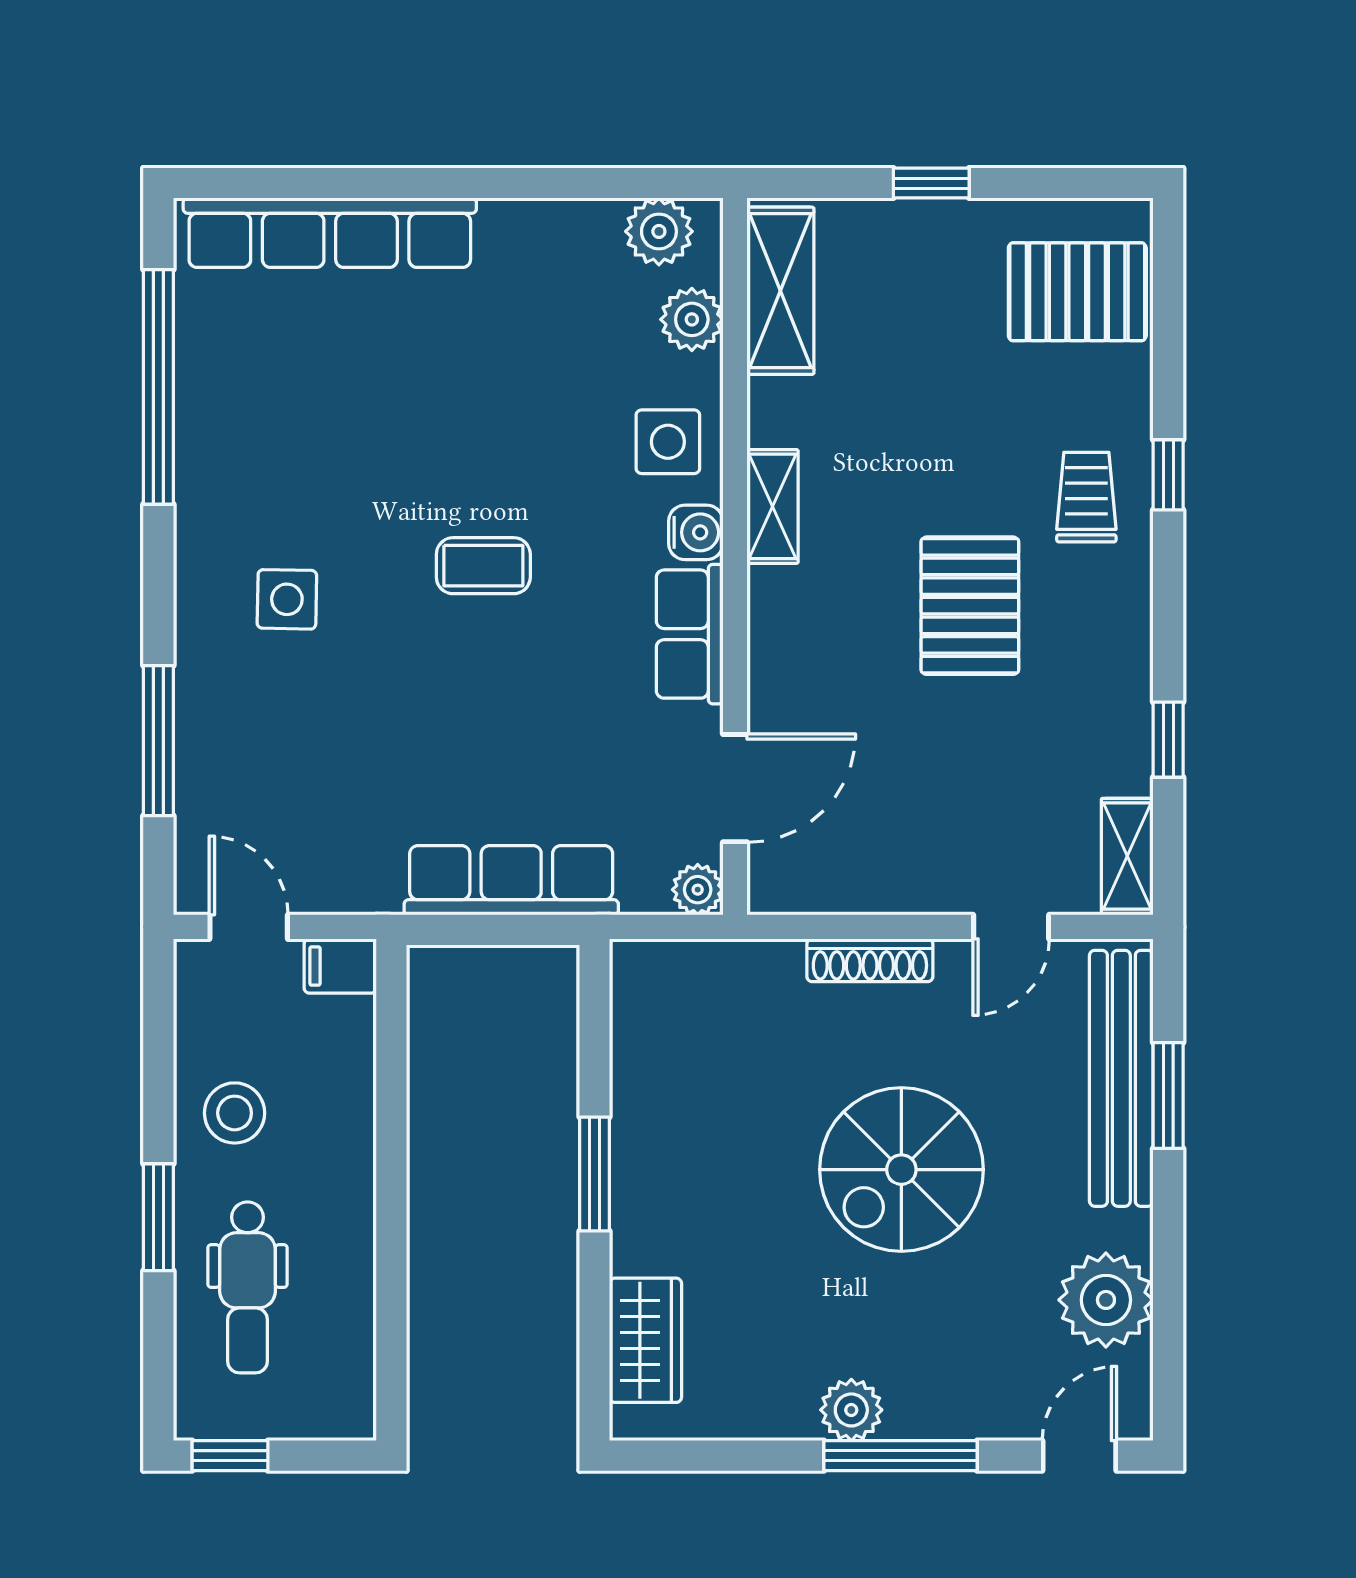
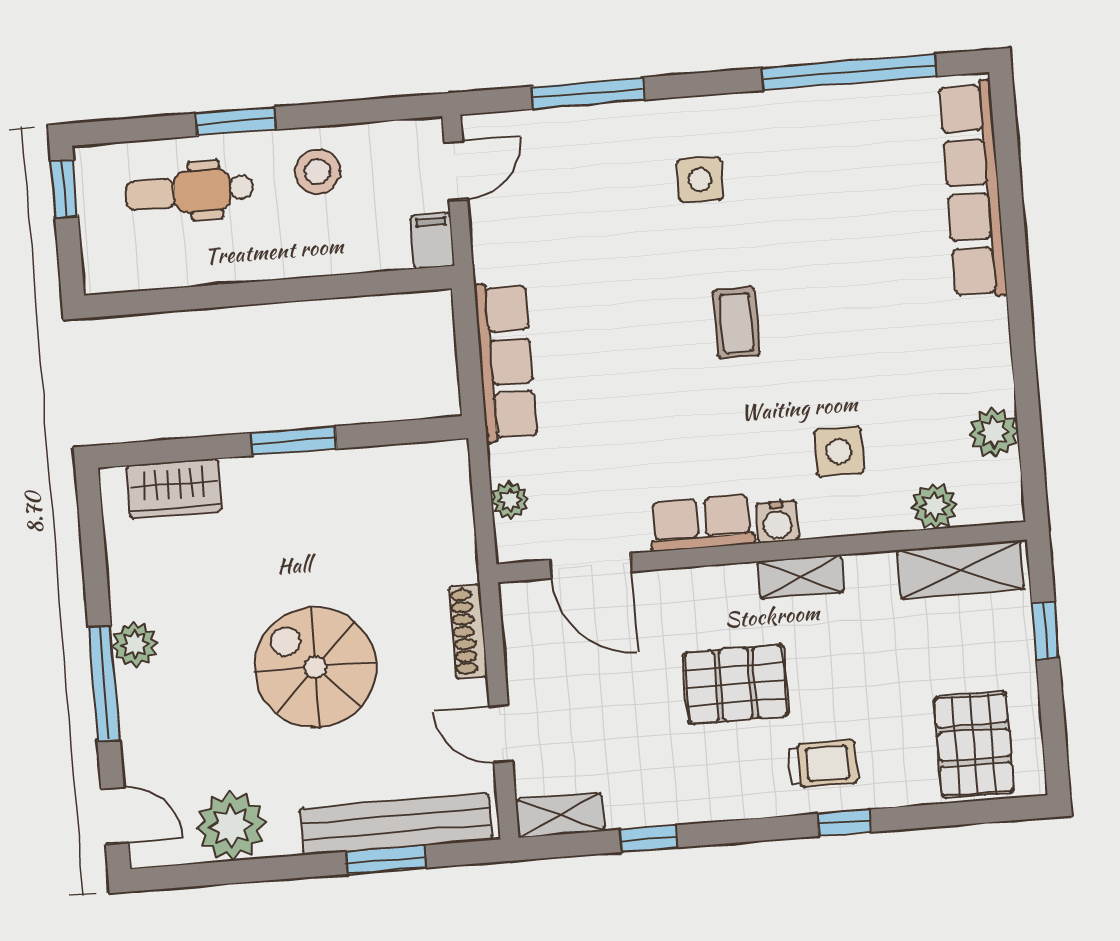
shelving: (780, 291) -> (961, 570), moved
plant: (692, 319) -> (934, 506), moved
shelving: (772, 506) -> (801, 577), moved
water cooler: (696, 532) -> (777, 522), moved
wall: (735, 556) -> (762, 552), moved
row of seats: (690, 634) -> (702, 523), moved
door: (735, 788) -> (591, 566), moved

